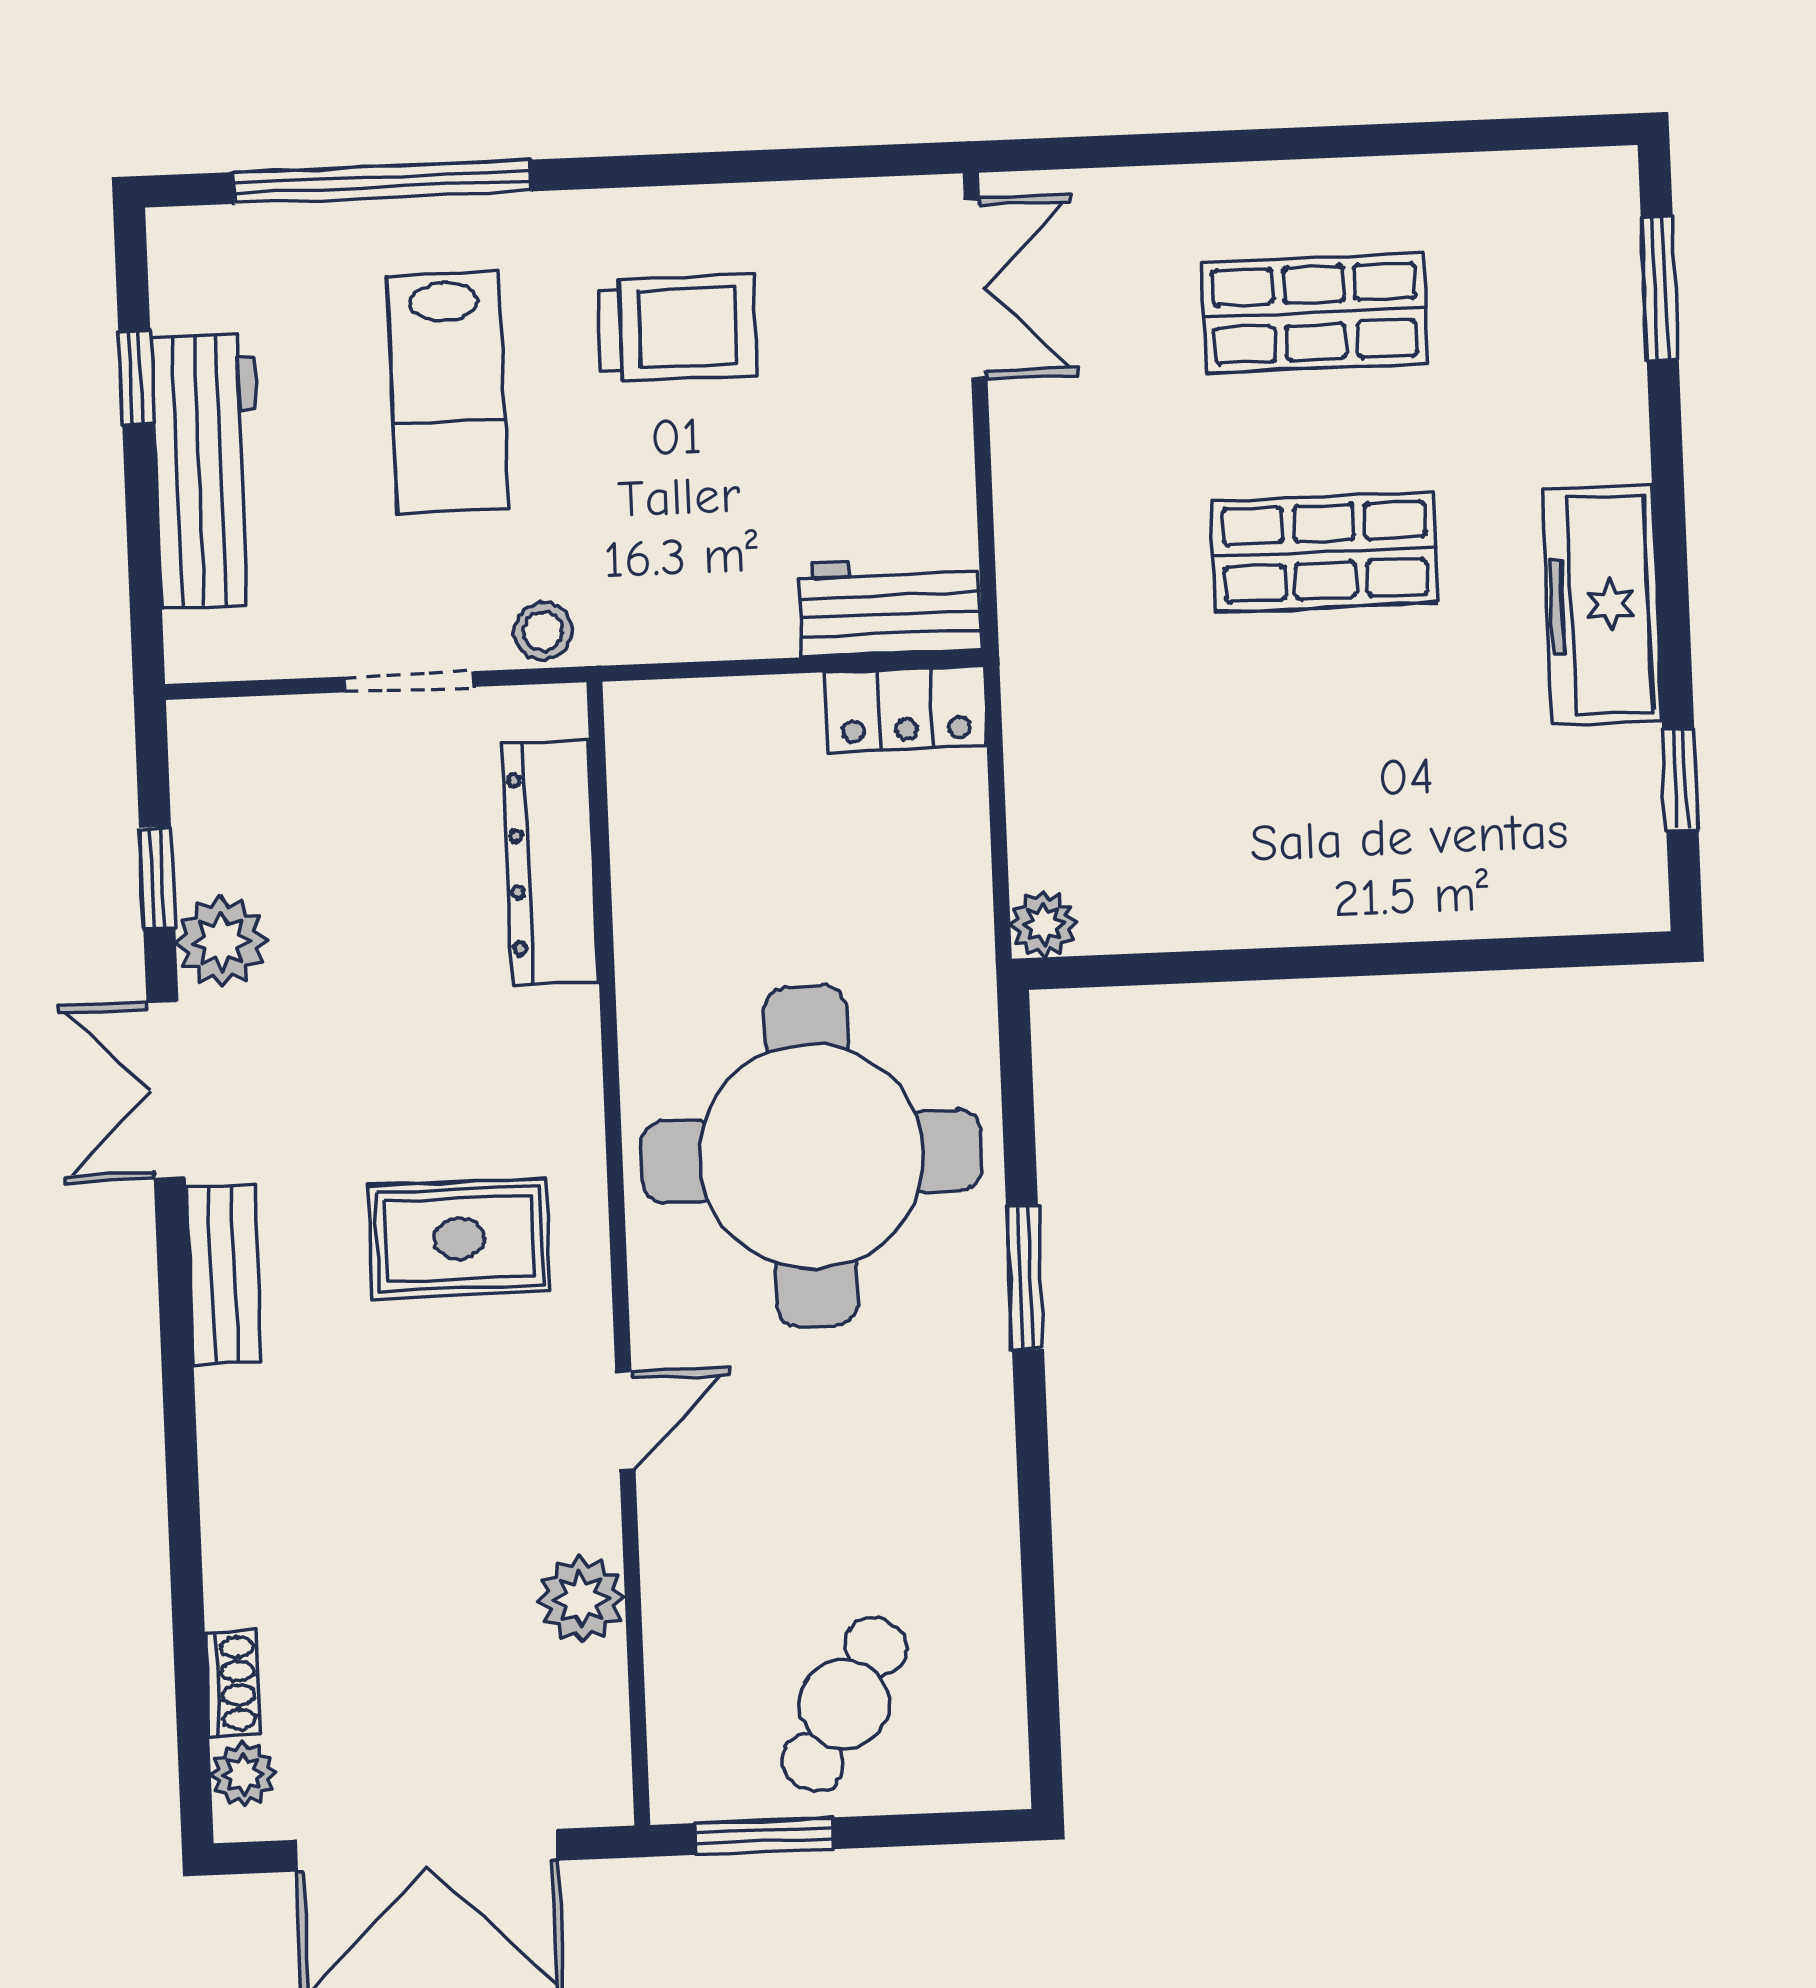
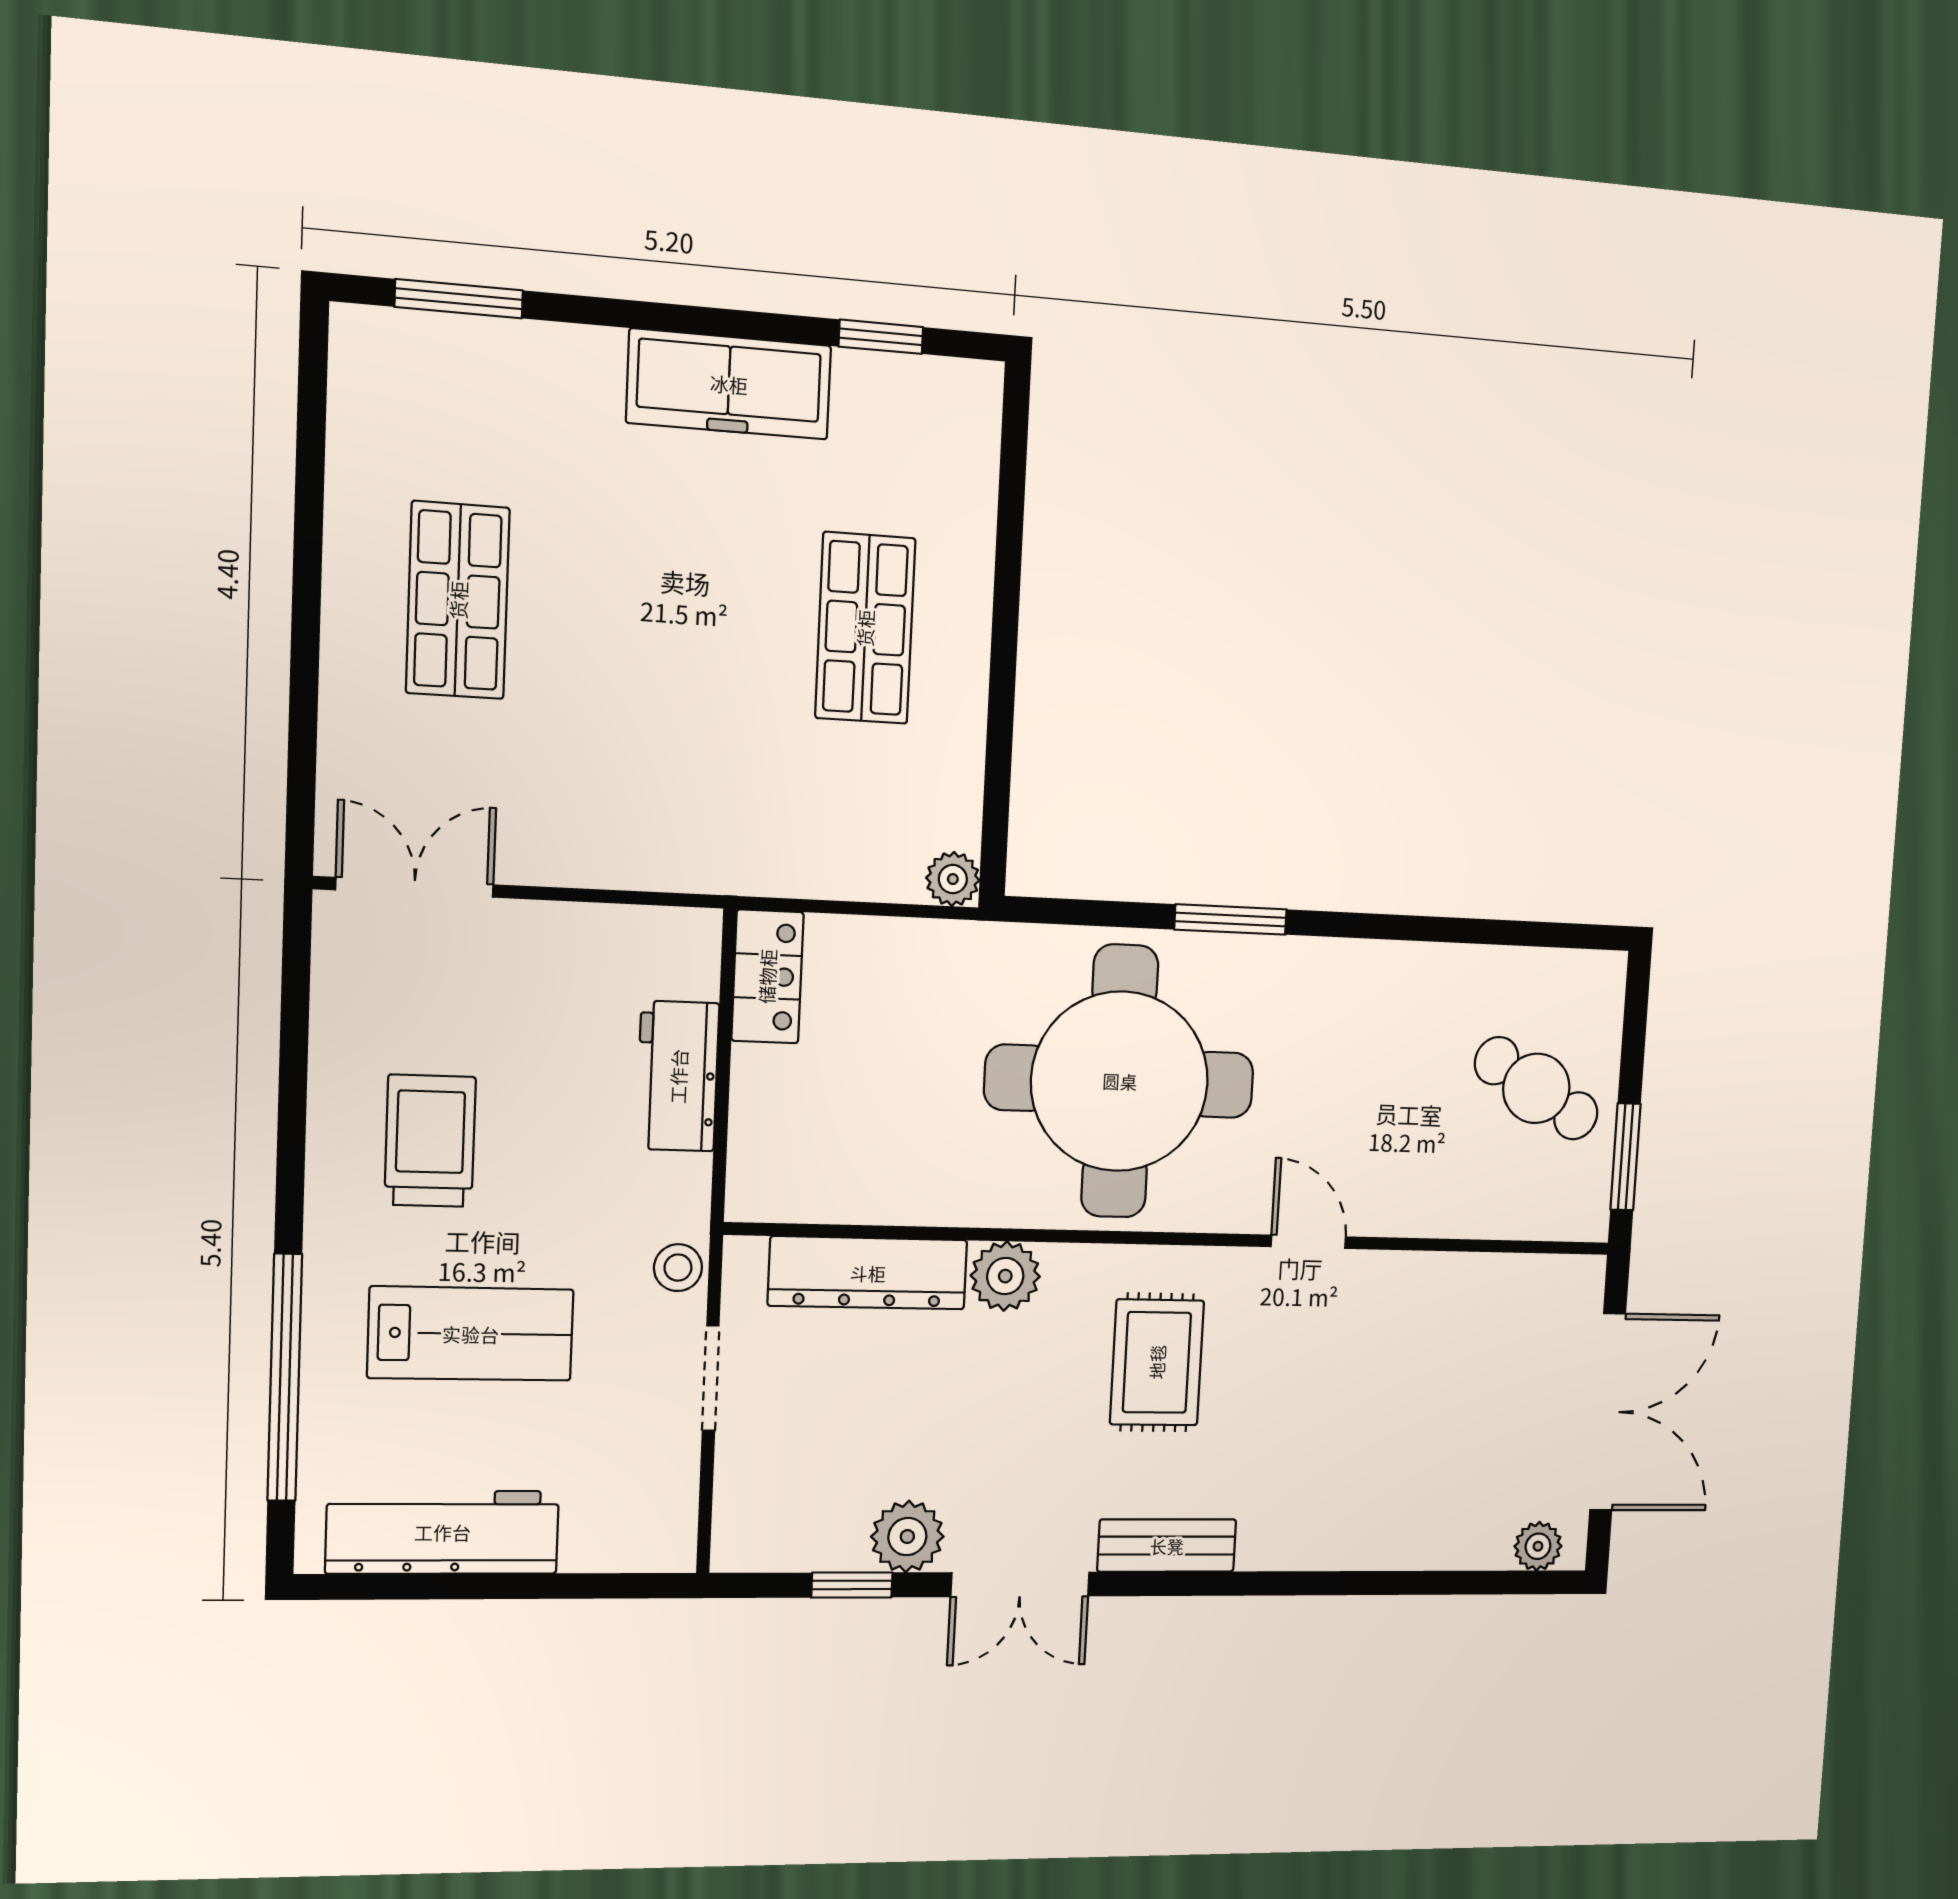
window: (136, 378) -> (439, 1587), removed
workbench: (207, 471) -> (443, 1532), moved
shop shelf: (1325, 552) -> (865, 628), moved
workbench: (891, 607) -> (678, 1076), moved
plant: (581, 1599) -> (1005, 1276), moved
shoe rack: (232, 1683) -> (1471, 1552), removed

